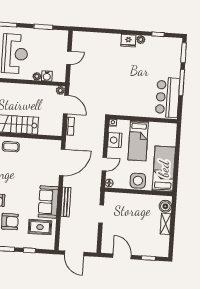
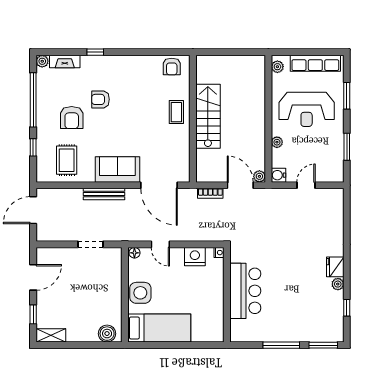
door: (69, 58) -> (306, 185), swing flipped
water cooler: (47, 76) -> (278, 175), moved
bar counter: (168, 97) -> (245, 291), moved, turned 90
door: (66, 105) -> (240, 185), swing flipped
bed: (138, 141) -> (196, 290), removed
sofa: (48, 202) -> (117, 169), moved
shelving: (166, 224) -> (51, 335), moved

